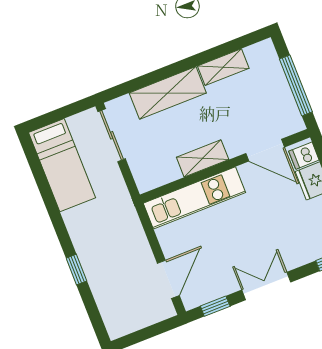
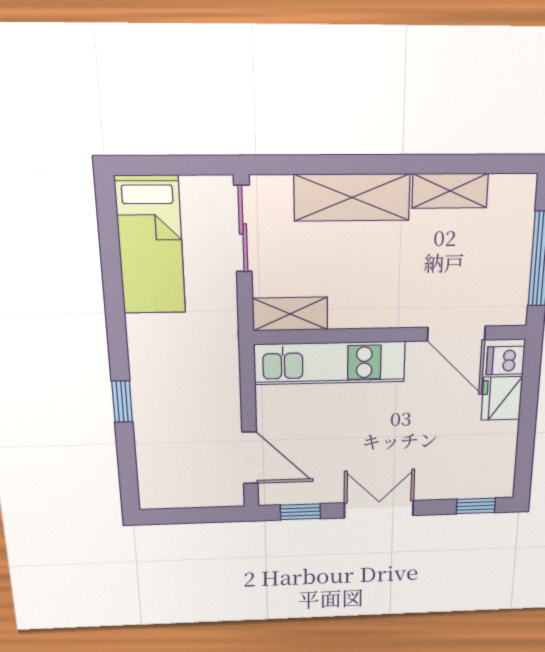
shelving: (203, 158) -> (290, 314), moved
door: (168, 279) -> (250, 458), hinge flipped

